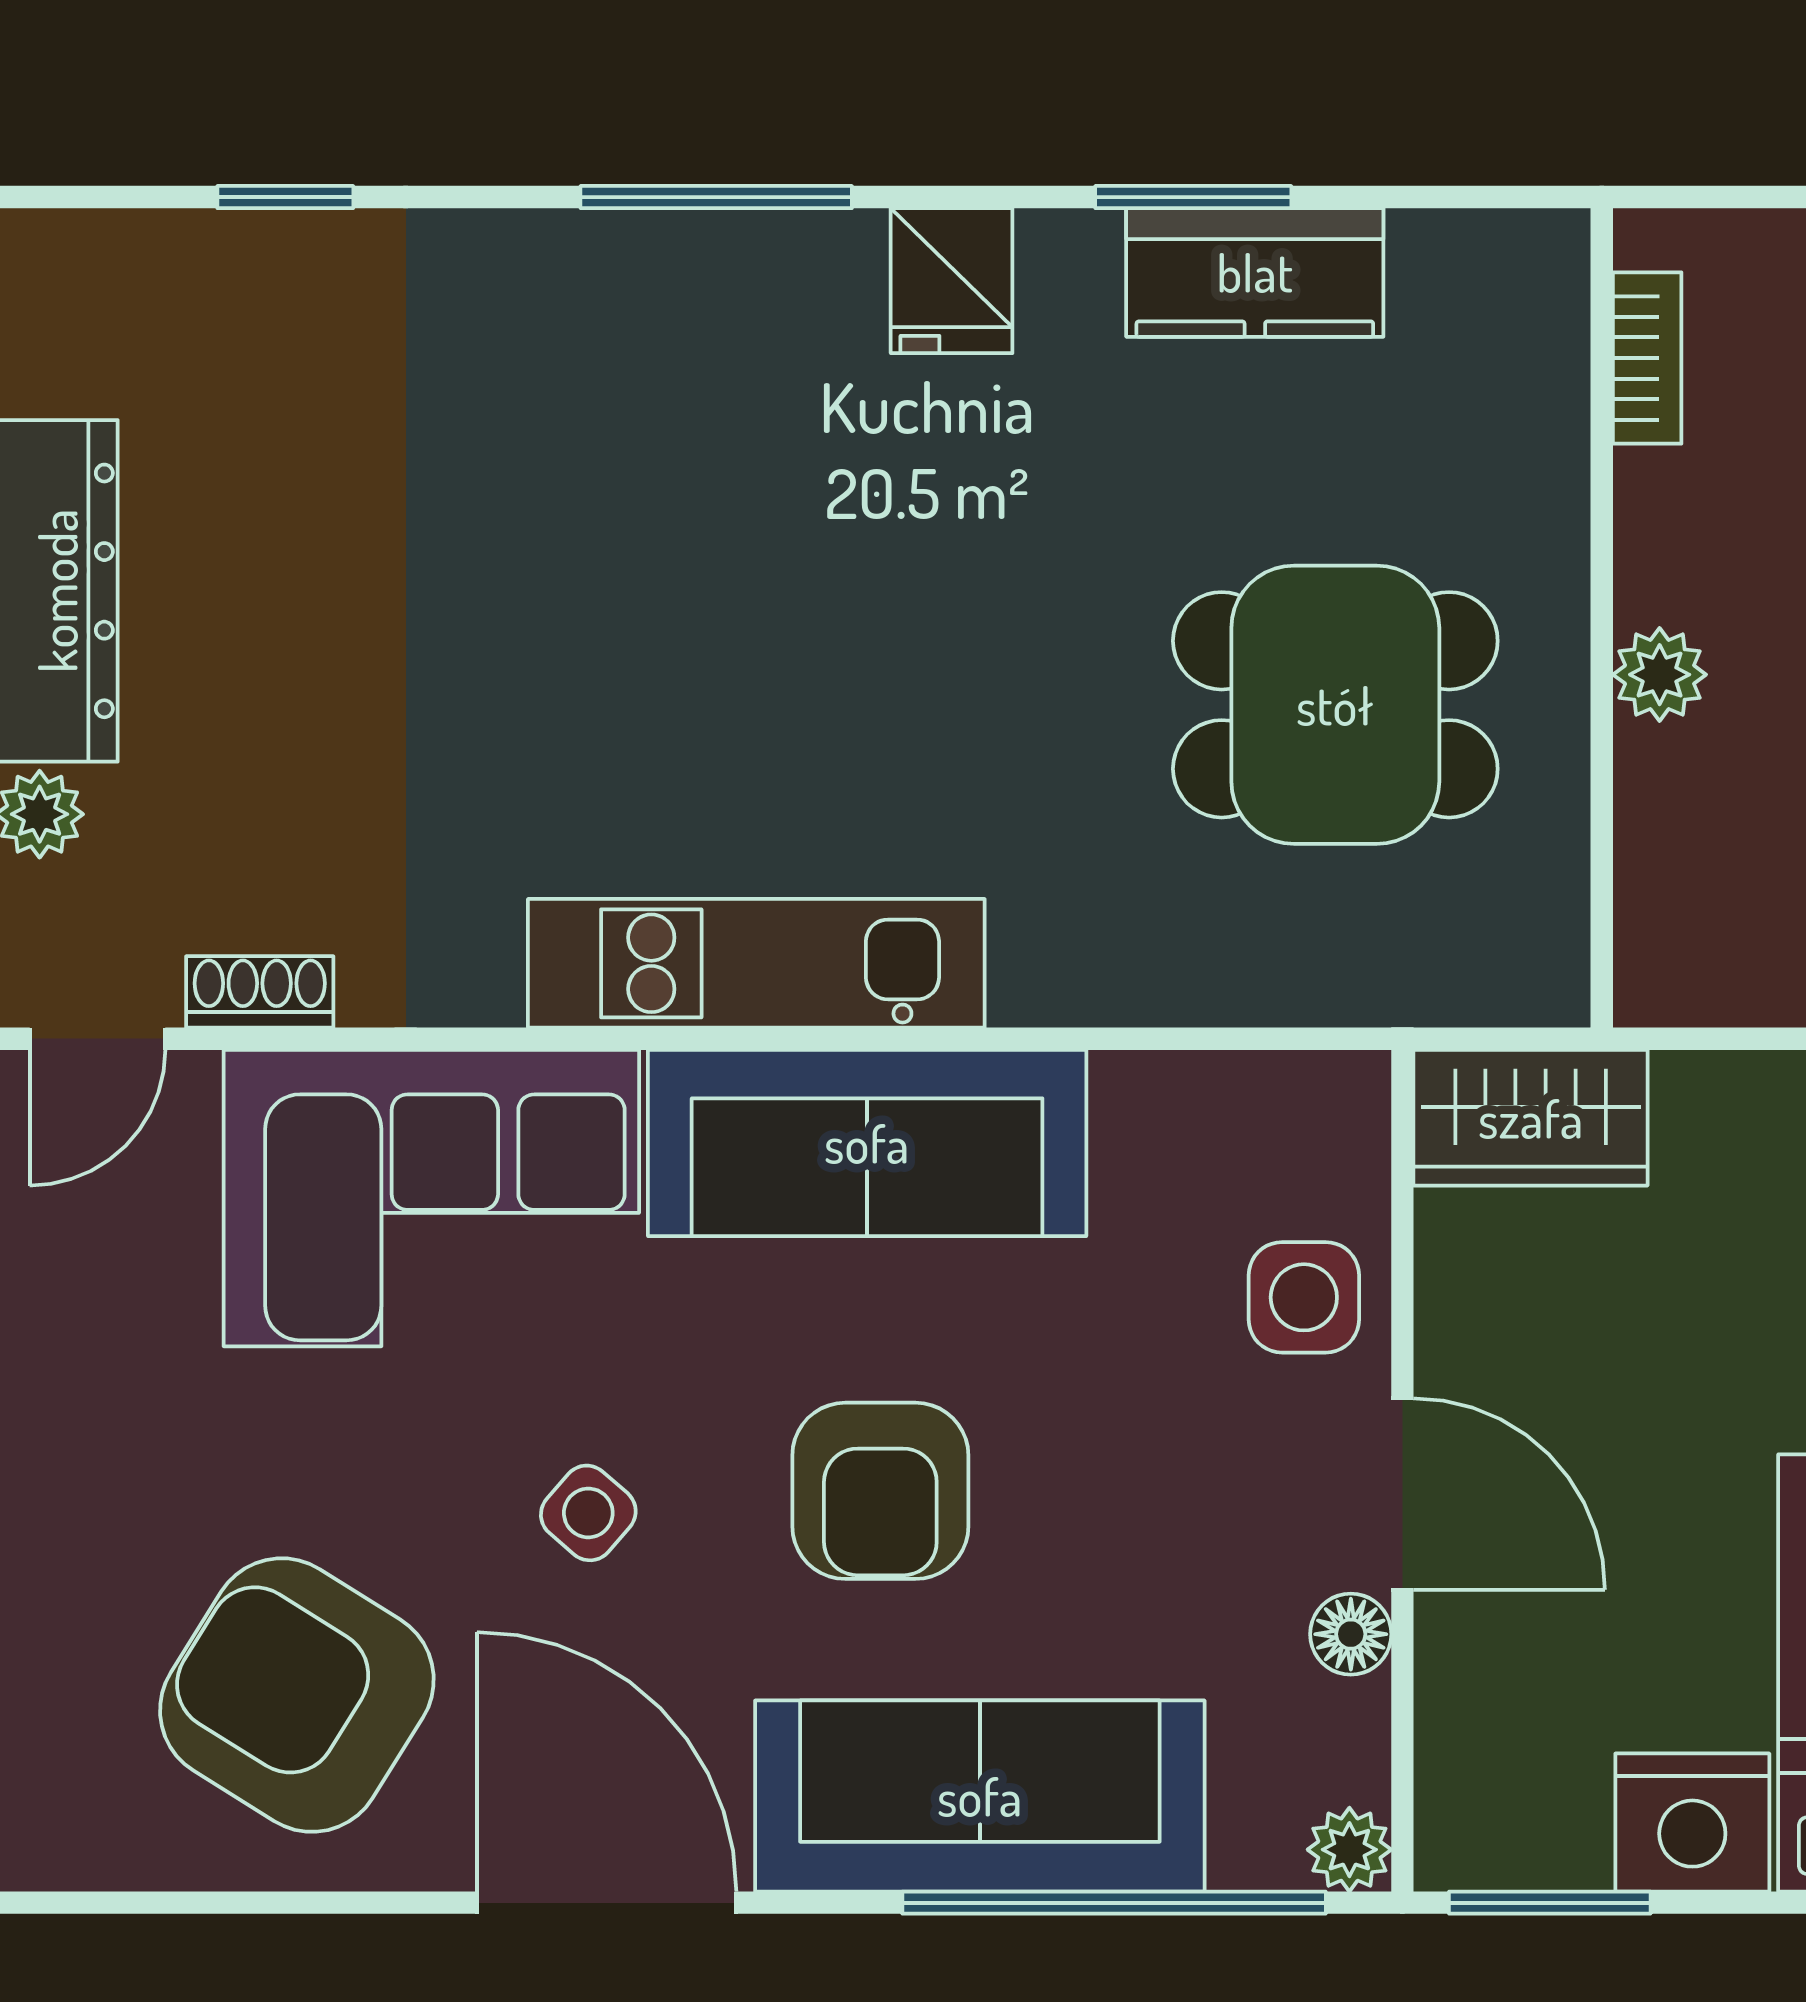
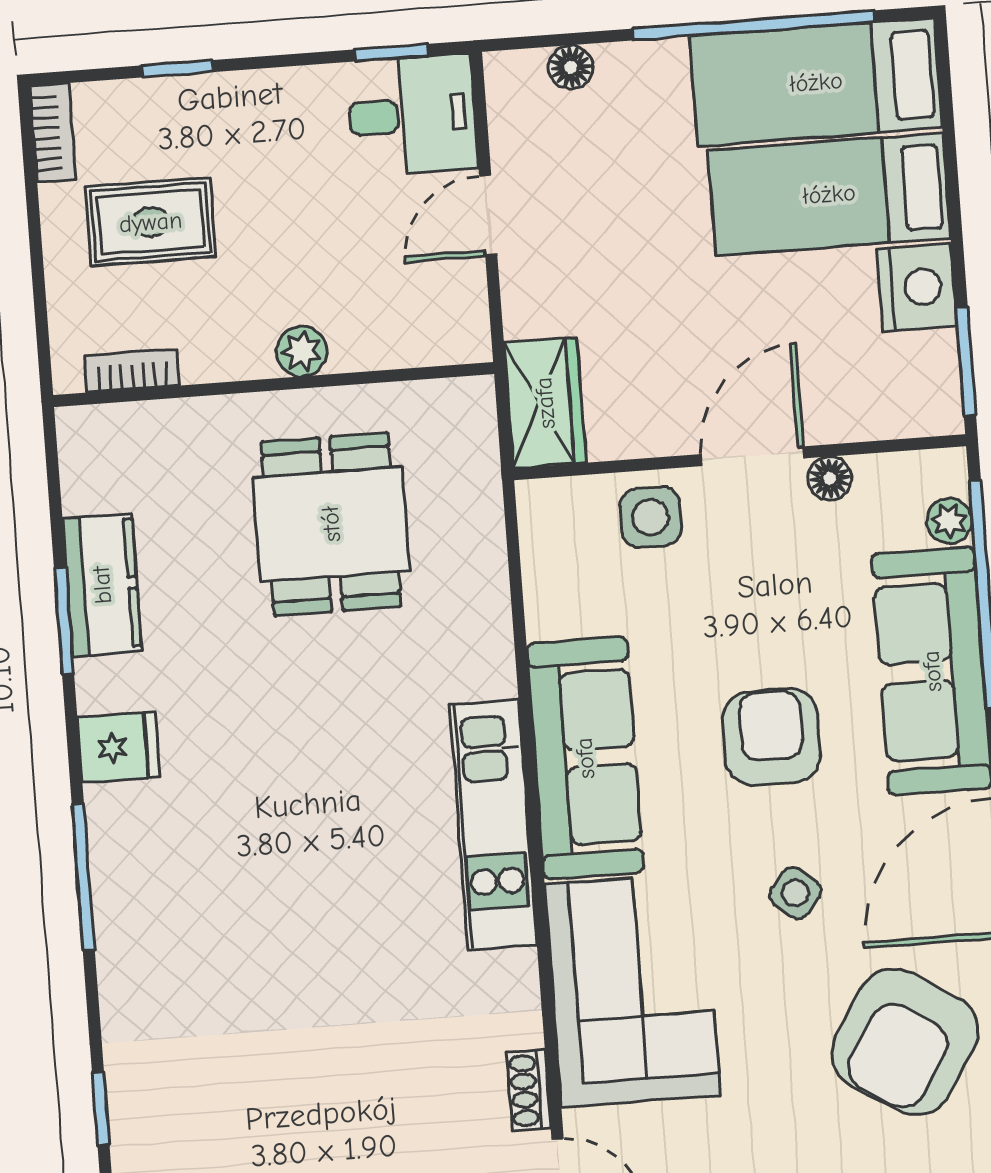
armchair: (880, 1491) -> (772, 737), turned -90
plant: (1349, 1850) -> (949, 521), moved

